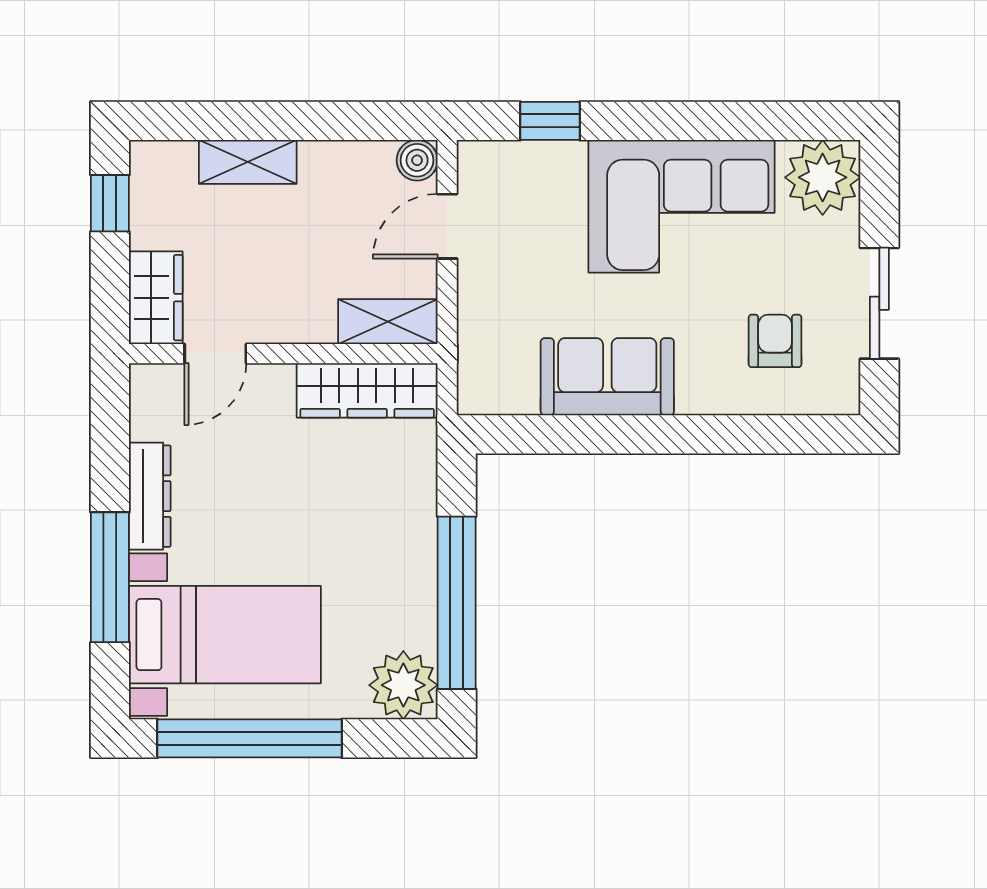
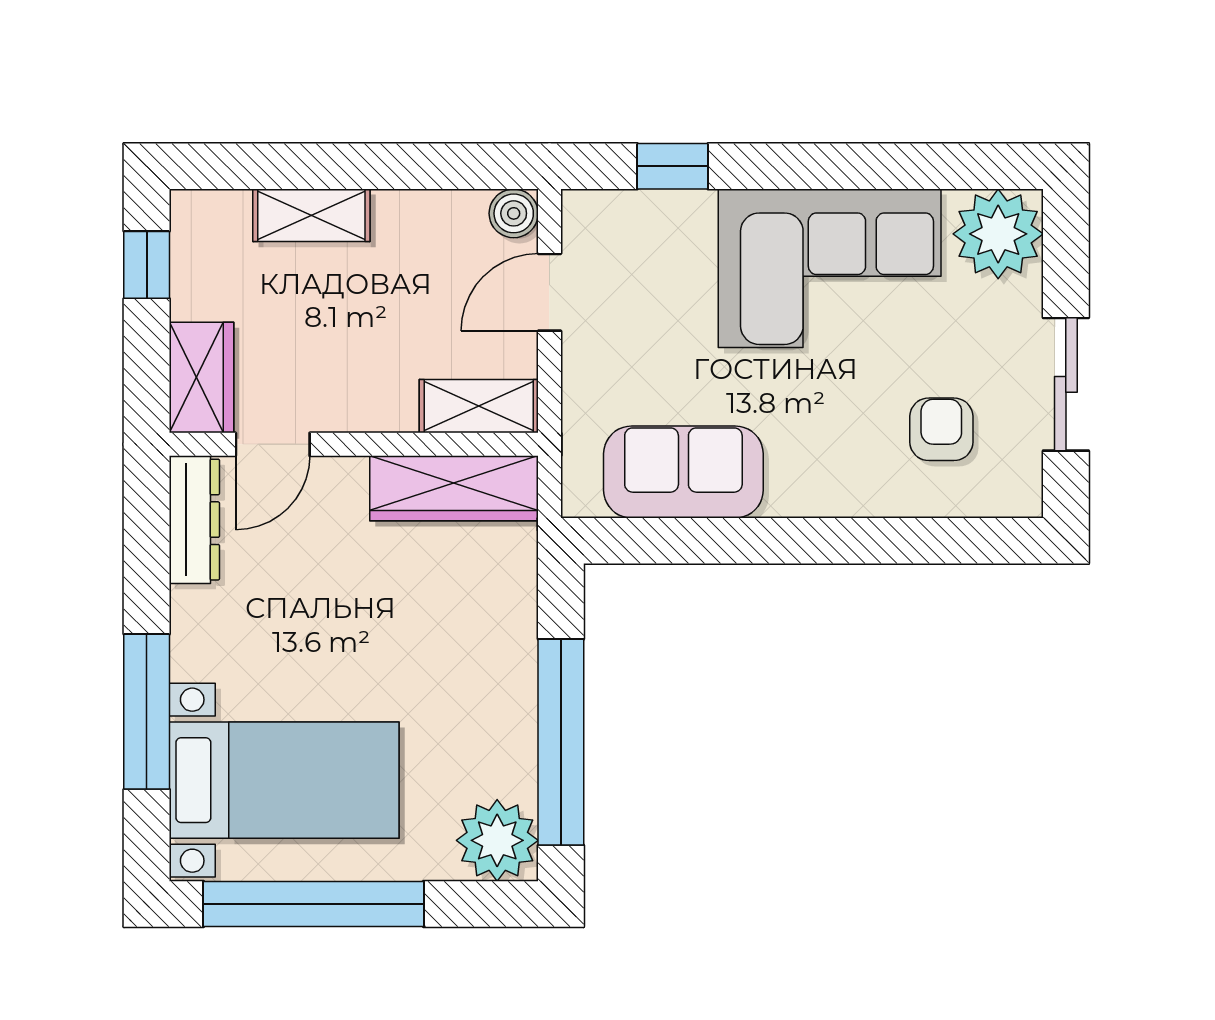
sofa: (607, 377) -> (683, 472), moved
dresser: (150, 496) -> (194, 520), moved

